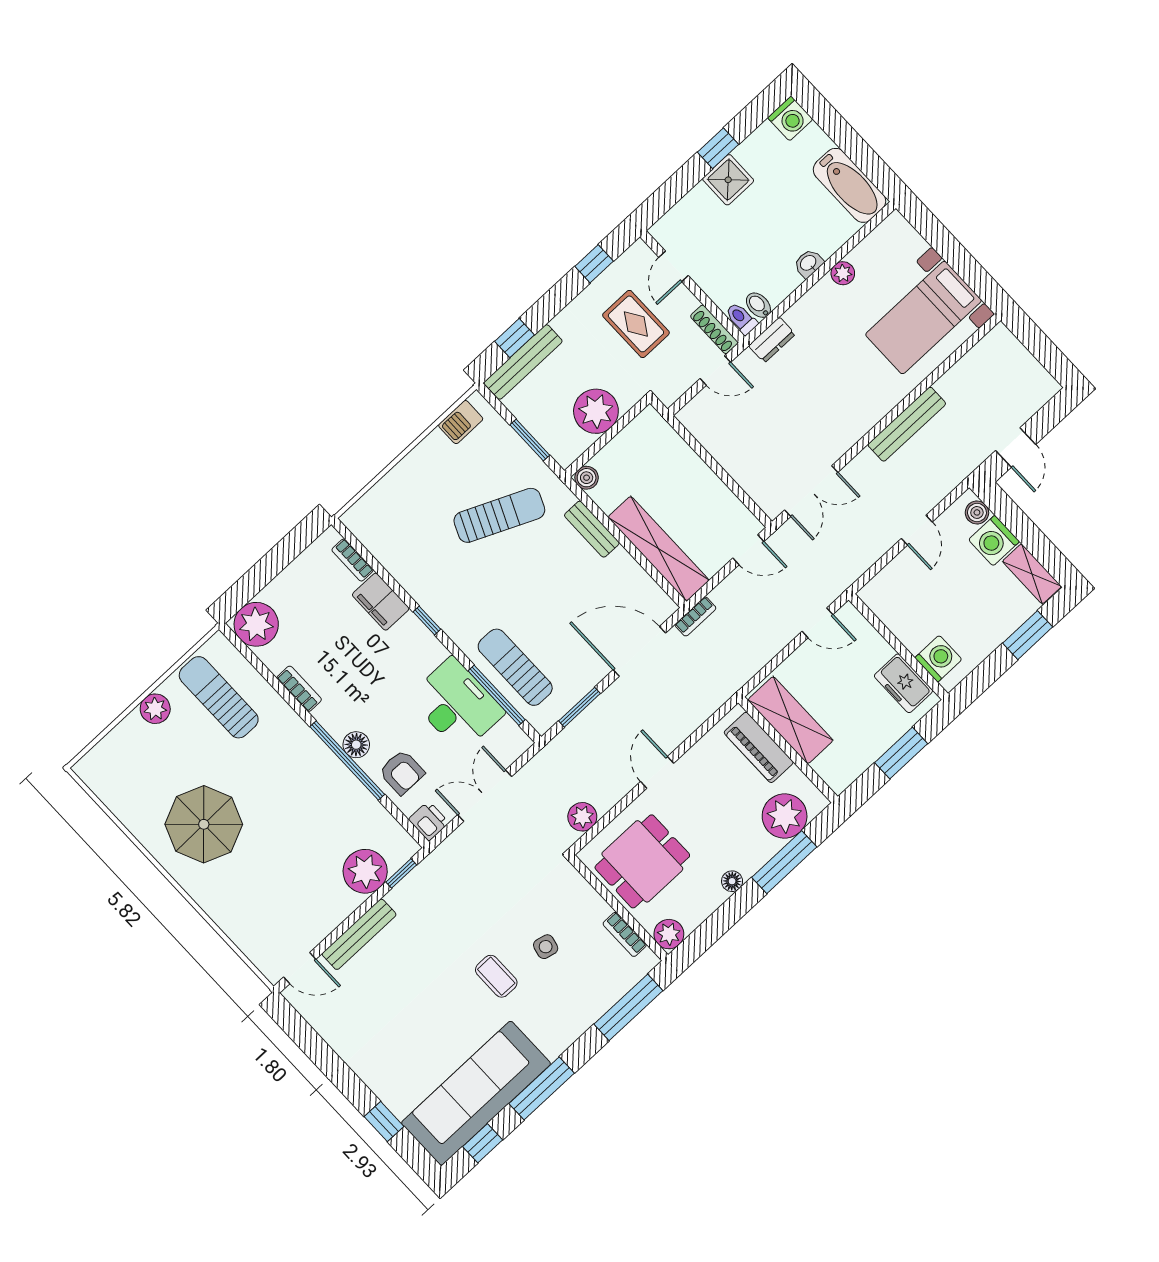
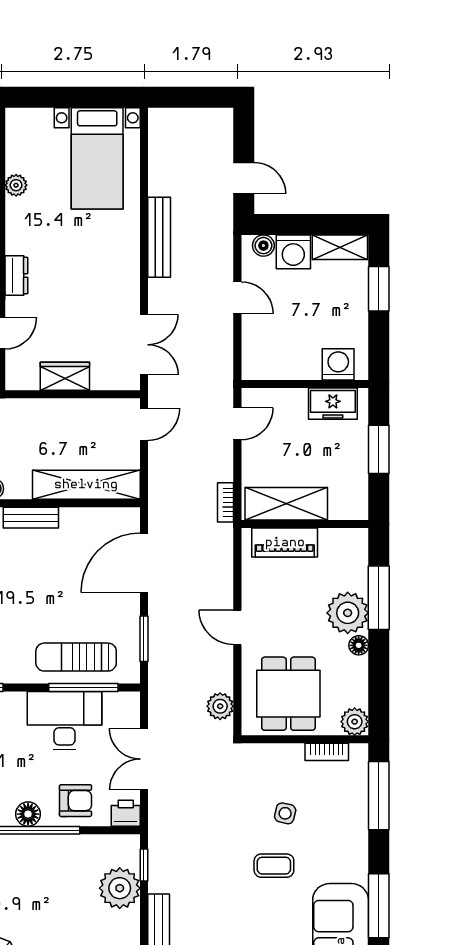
wardrobe: (728, 452) -> (65, 376), added
bookcase: (695, 616) -> (226, 502), moved, turned 180
plant: (785, 816) -> (348, 613), moved

